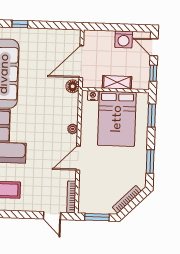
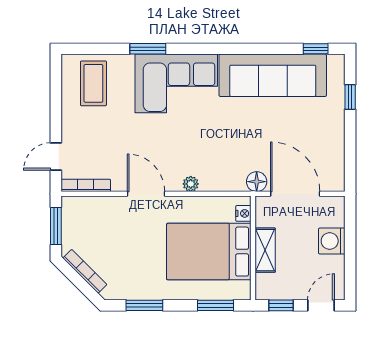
washing machine: (124, 39) -> (332, 241), moved

